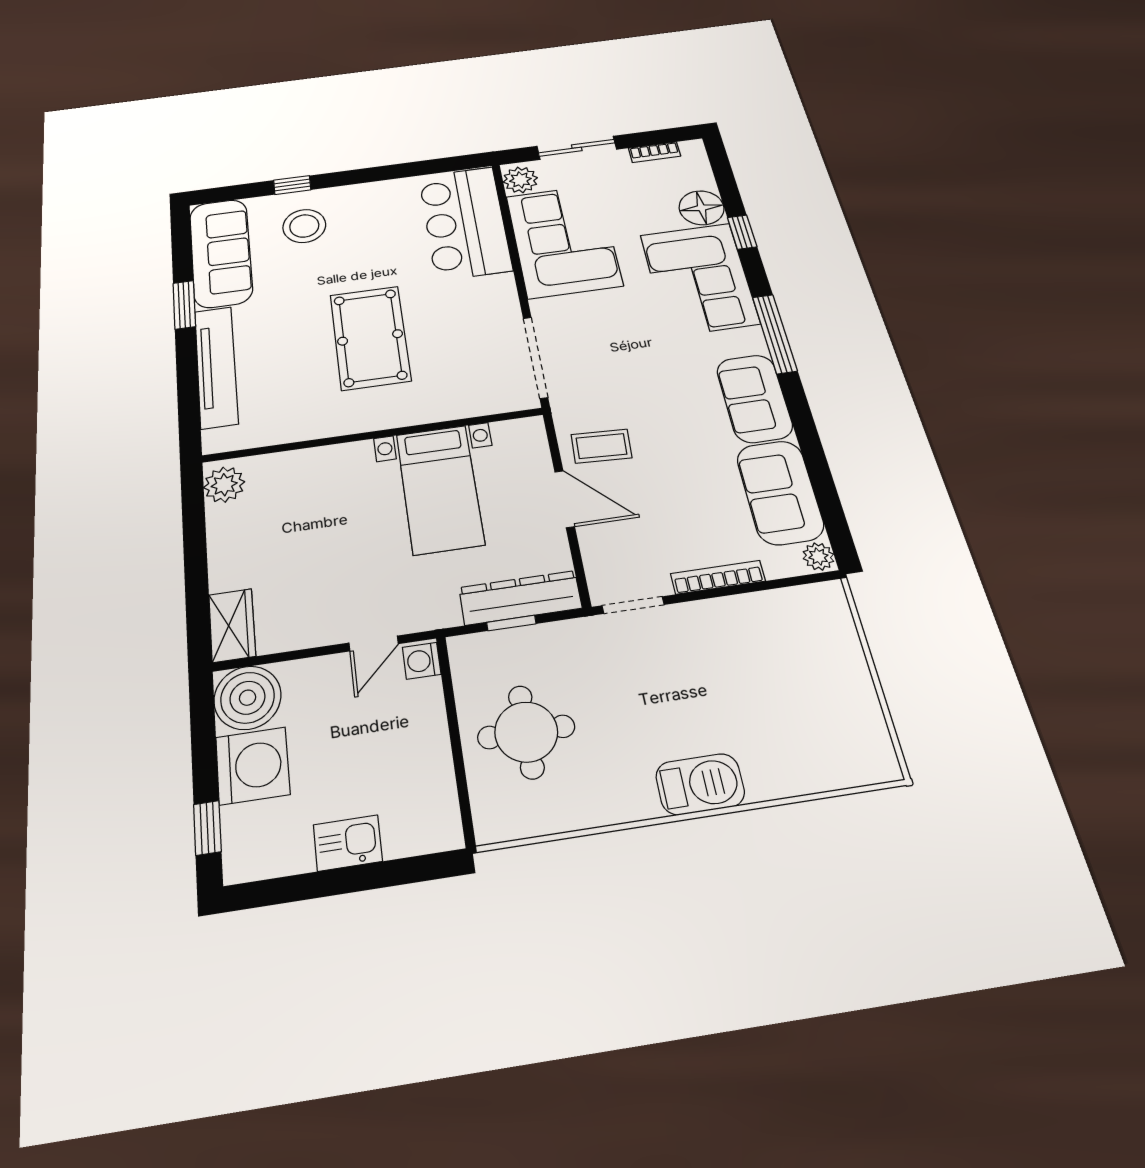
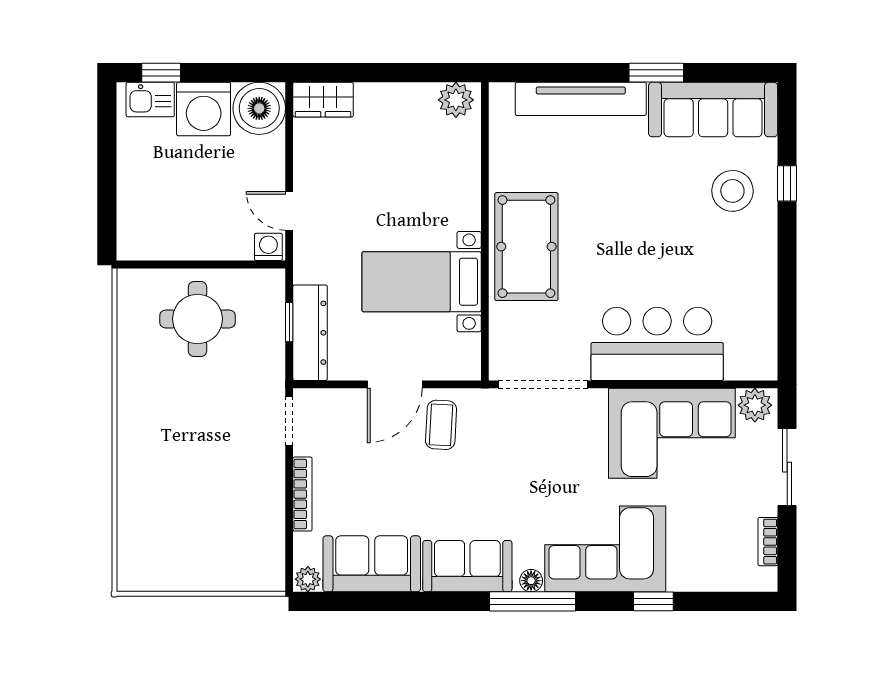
floor lamp: (701, 208) -> (531, 581), moved, width x0.53, depth x0.53
bar counter: (465, 223) -> (657, 344), moved
pool table: (370, 337) -> (526, 247), moved, turned 90
barbecue: (700, 784) -> (137, 441), removed
kitchen sink: (348, 843) -> (150, 100), moved, turned 90

